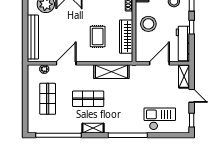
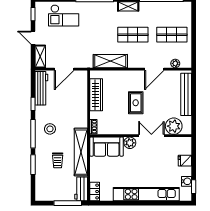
stool: (148, 24) -> (75, 107), removed
rug: (98, 37) -> (136, 103), moved
shop shelf: (48, 99) -> (172, 35), turned 90

